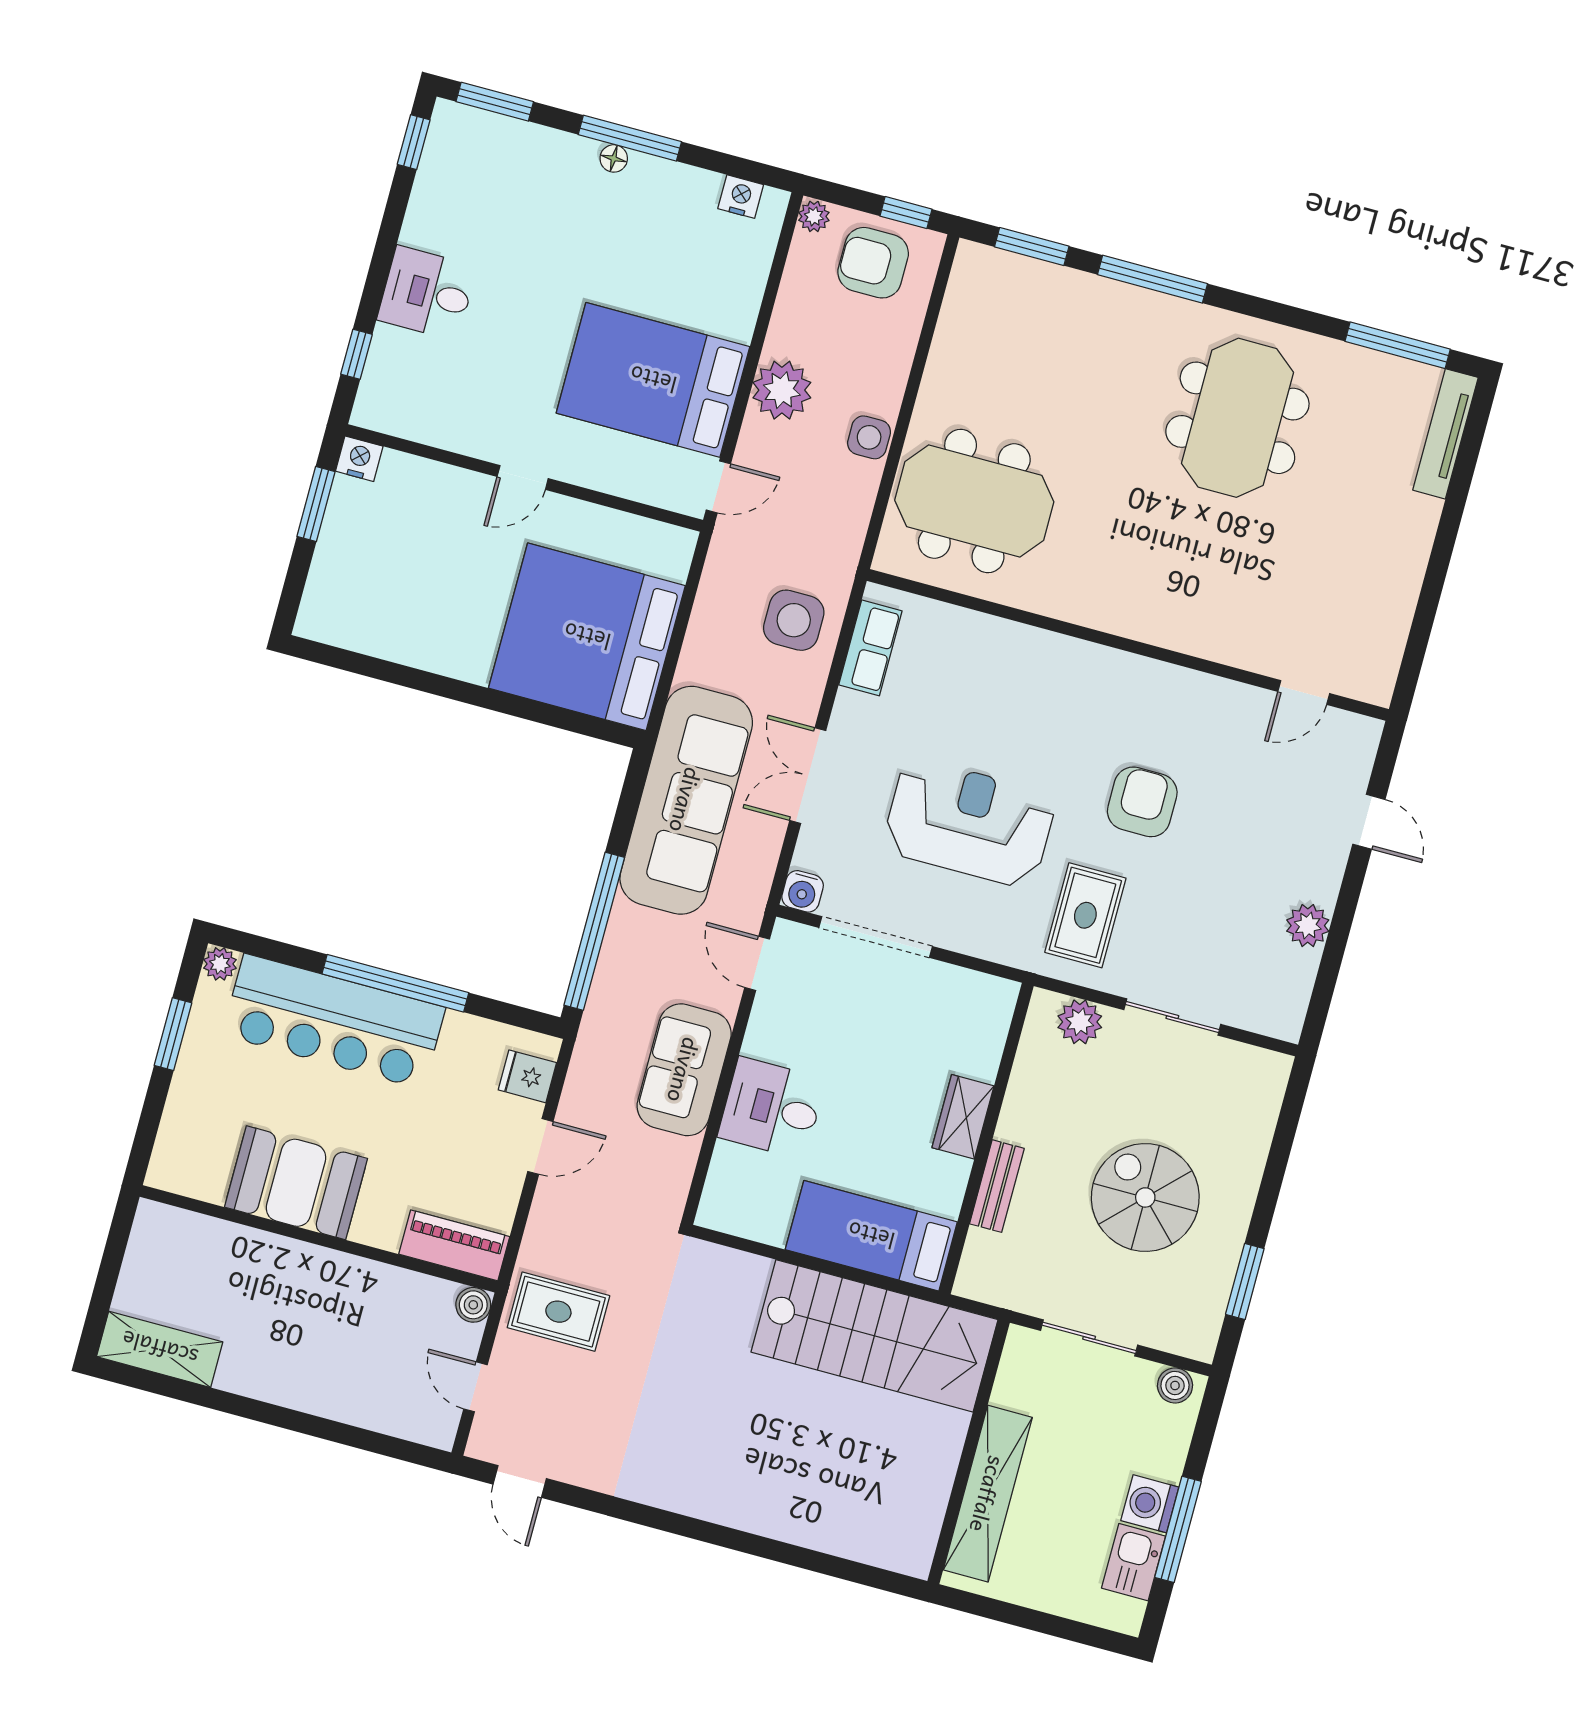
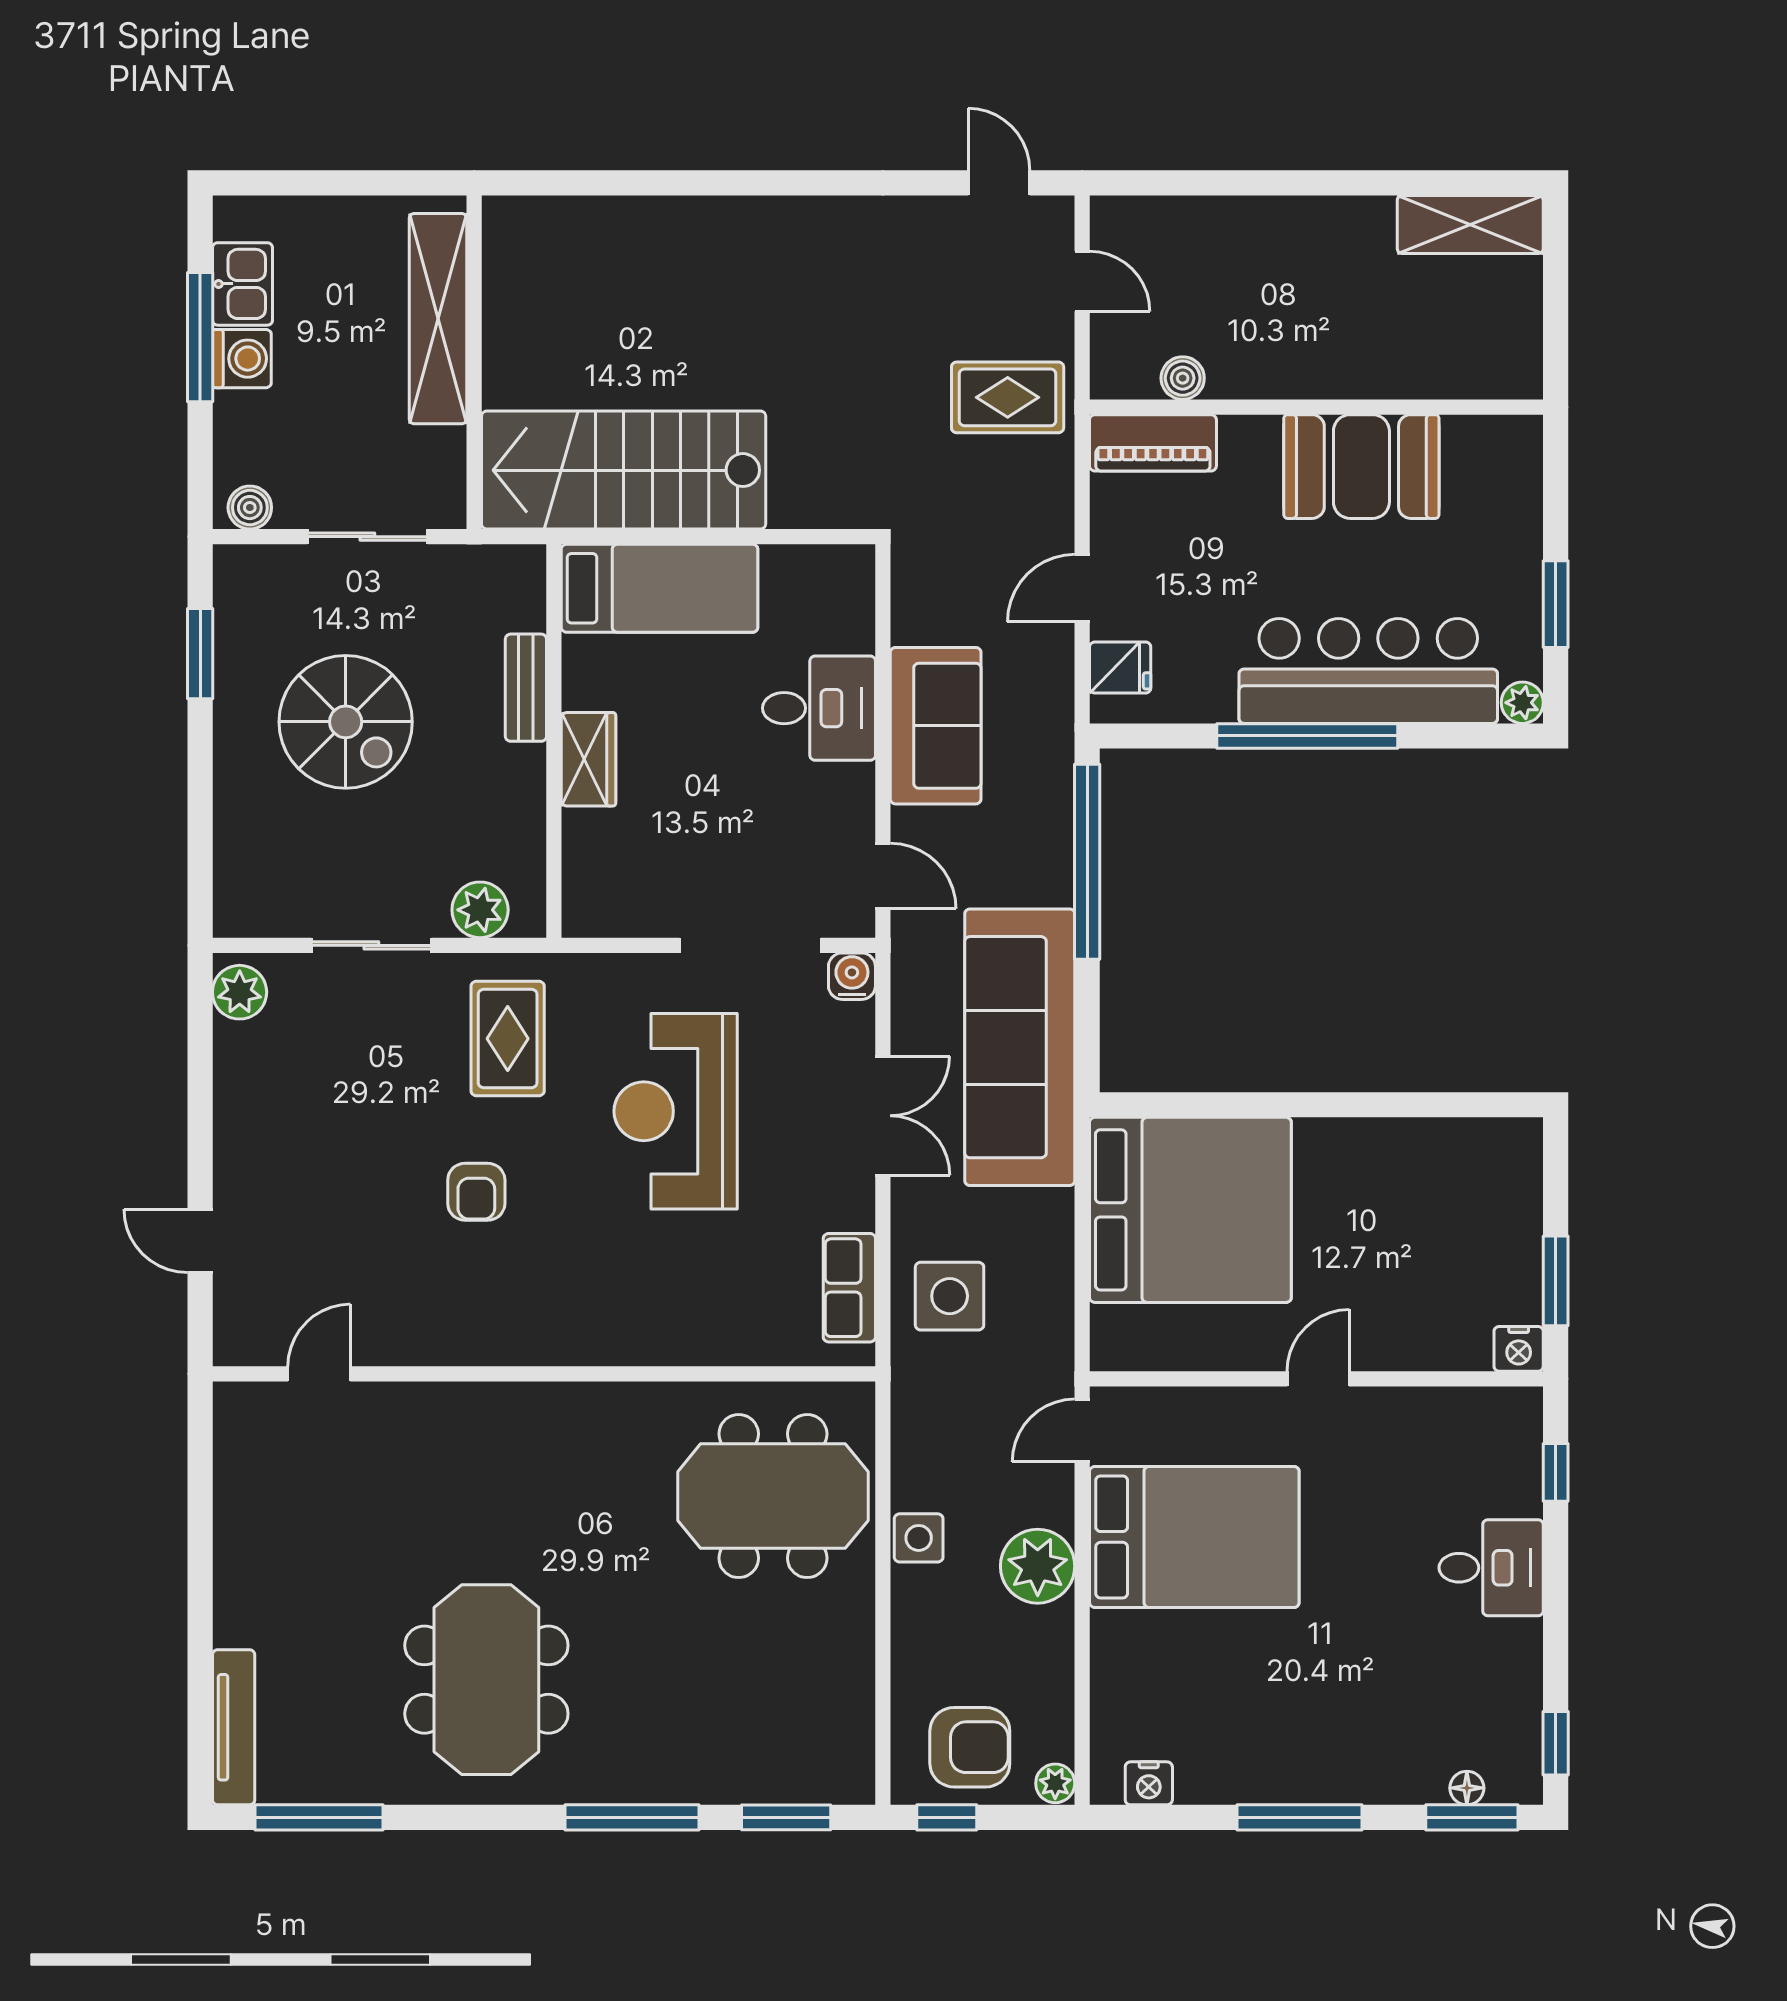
floor lamp: (614, 158) -> (1467, 1788), moved
armchair: (1142, 802) -> (476, 1192), width x0.72, depth x0.72
reception desk: (969, 823) -> (676, 1111), turned 90
plant: (1308, 926) -> (240, 992), moved
boiler: (473, 1305) -> (1183, 378), moved

